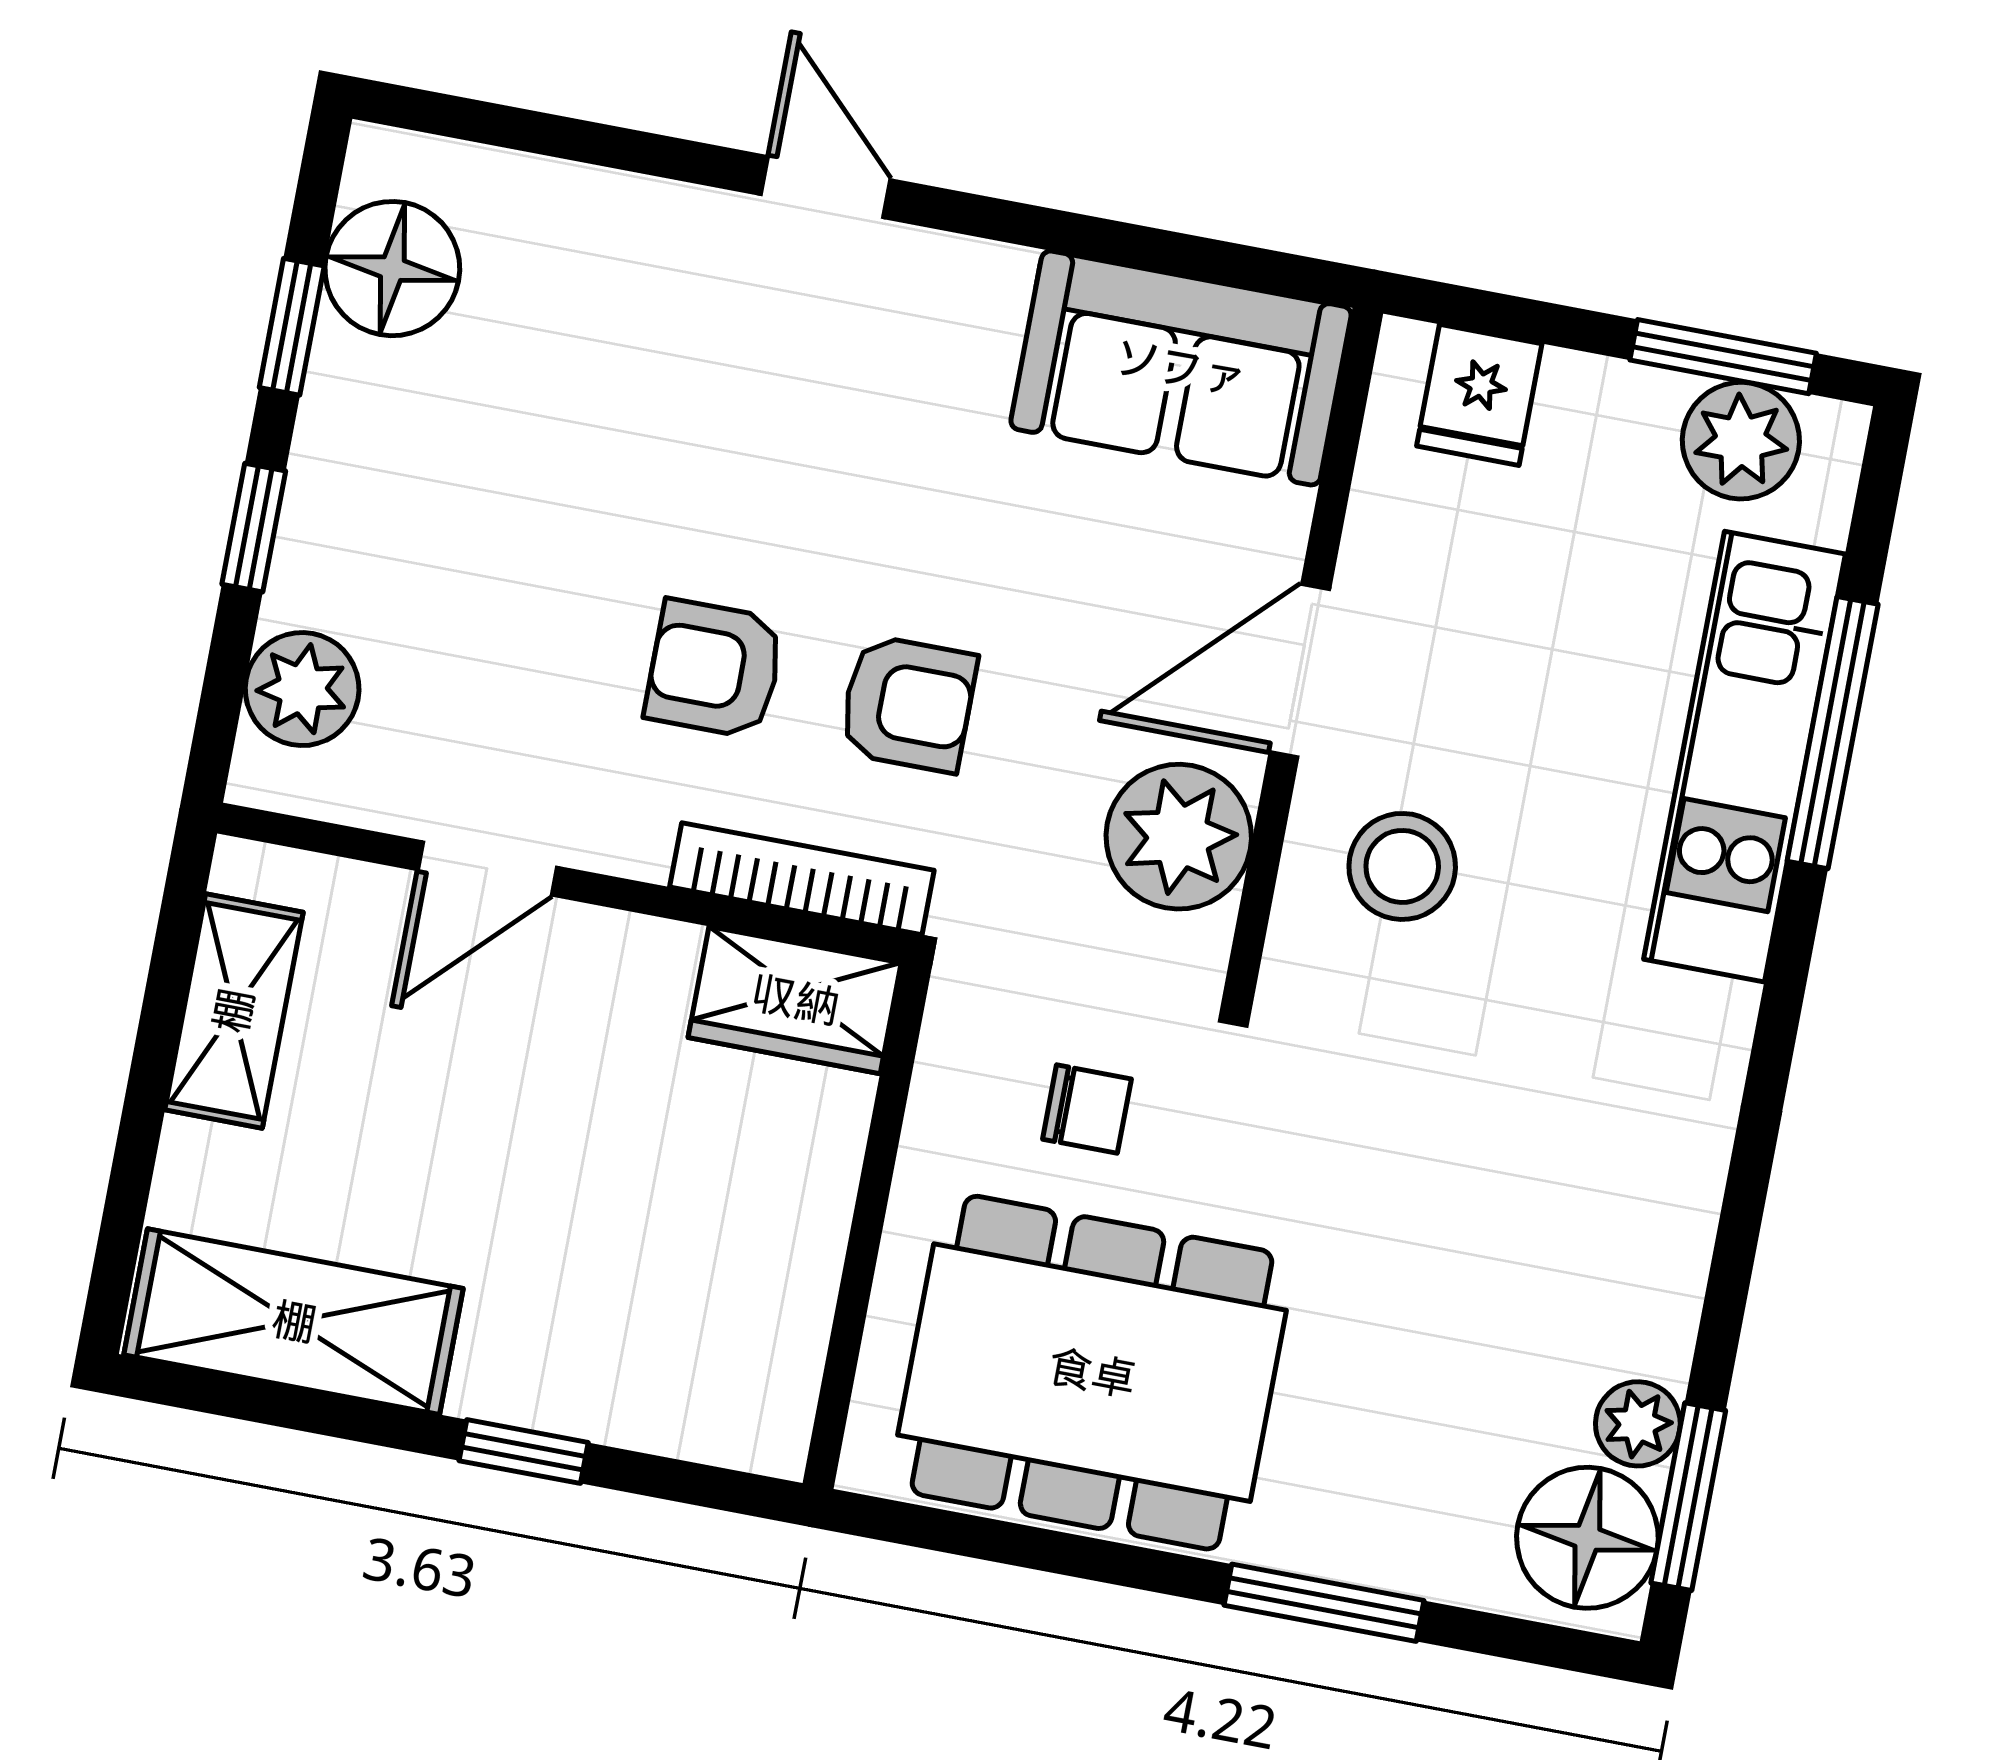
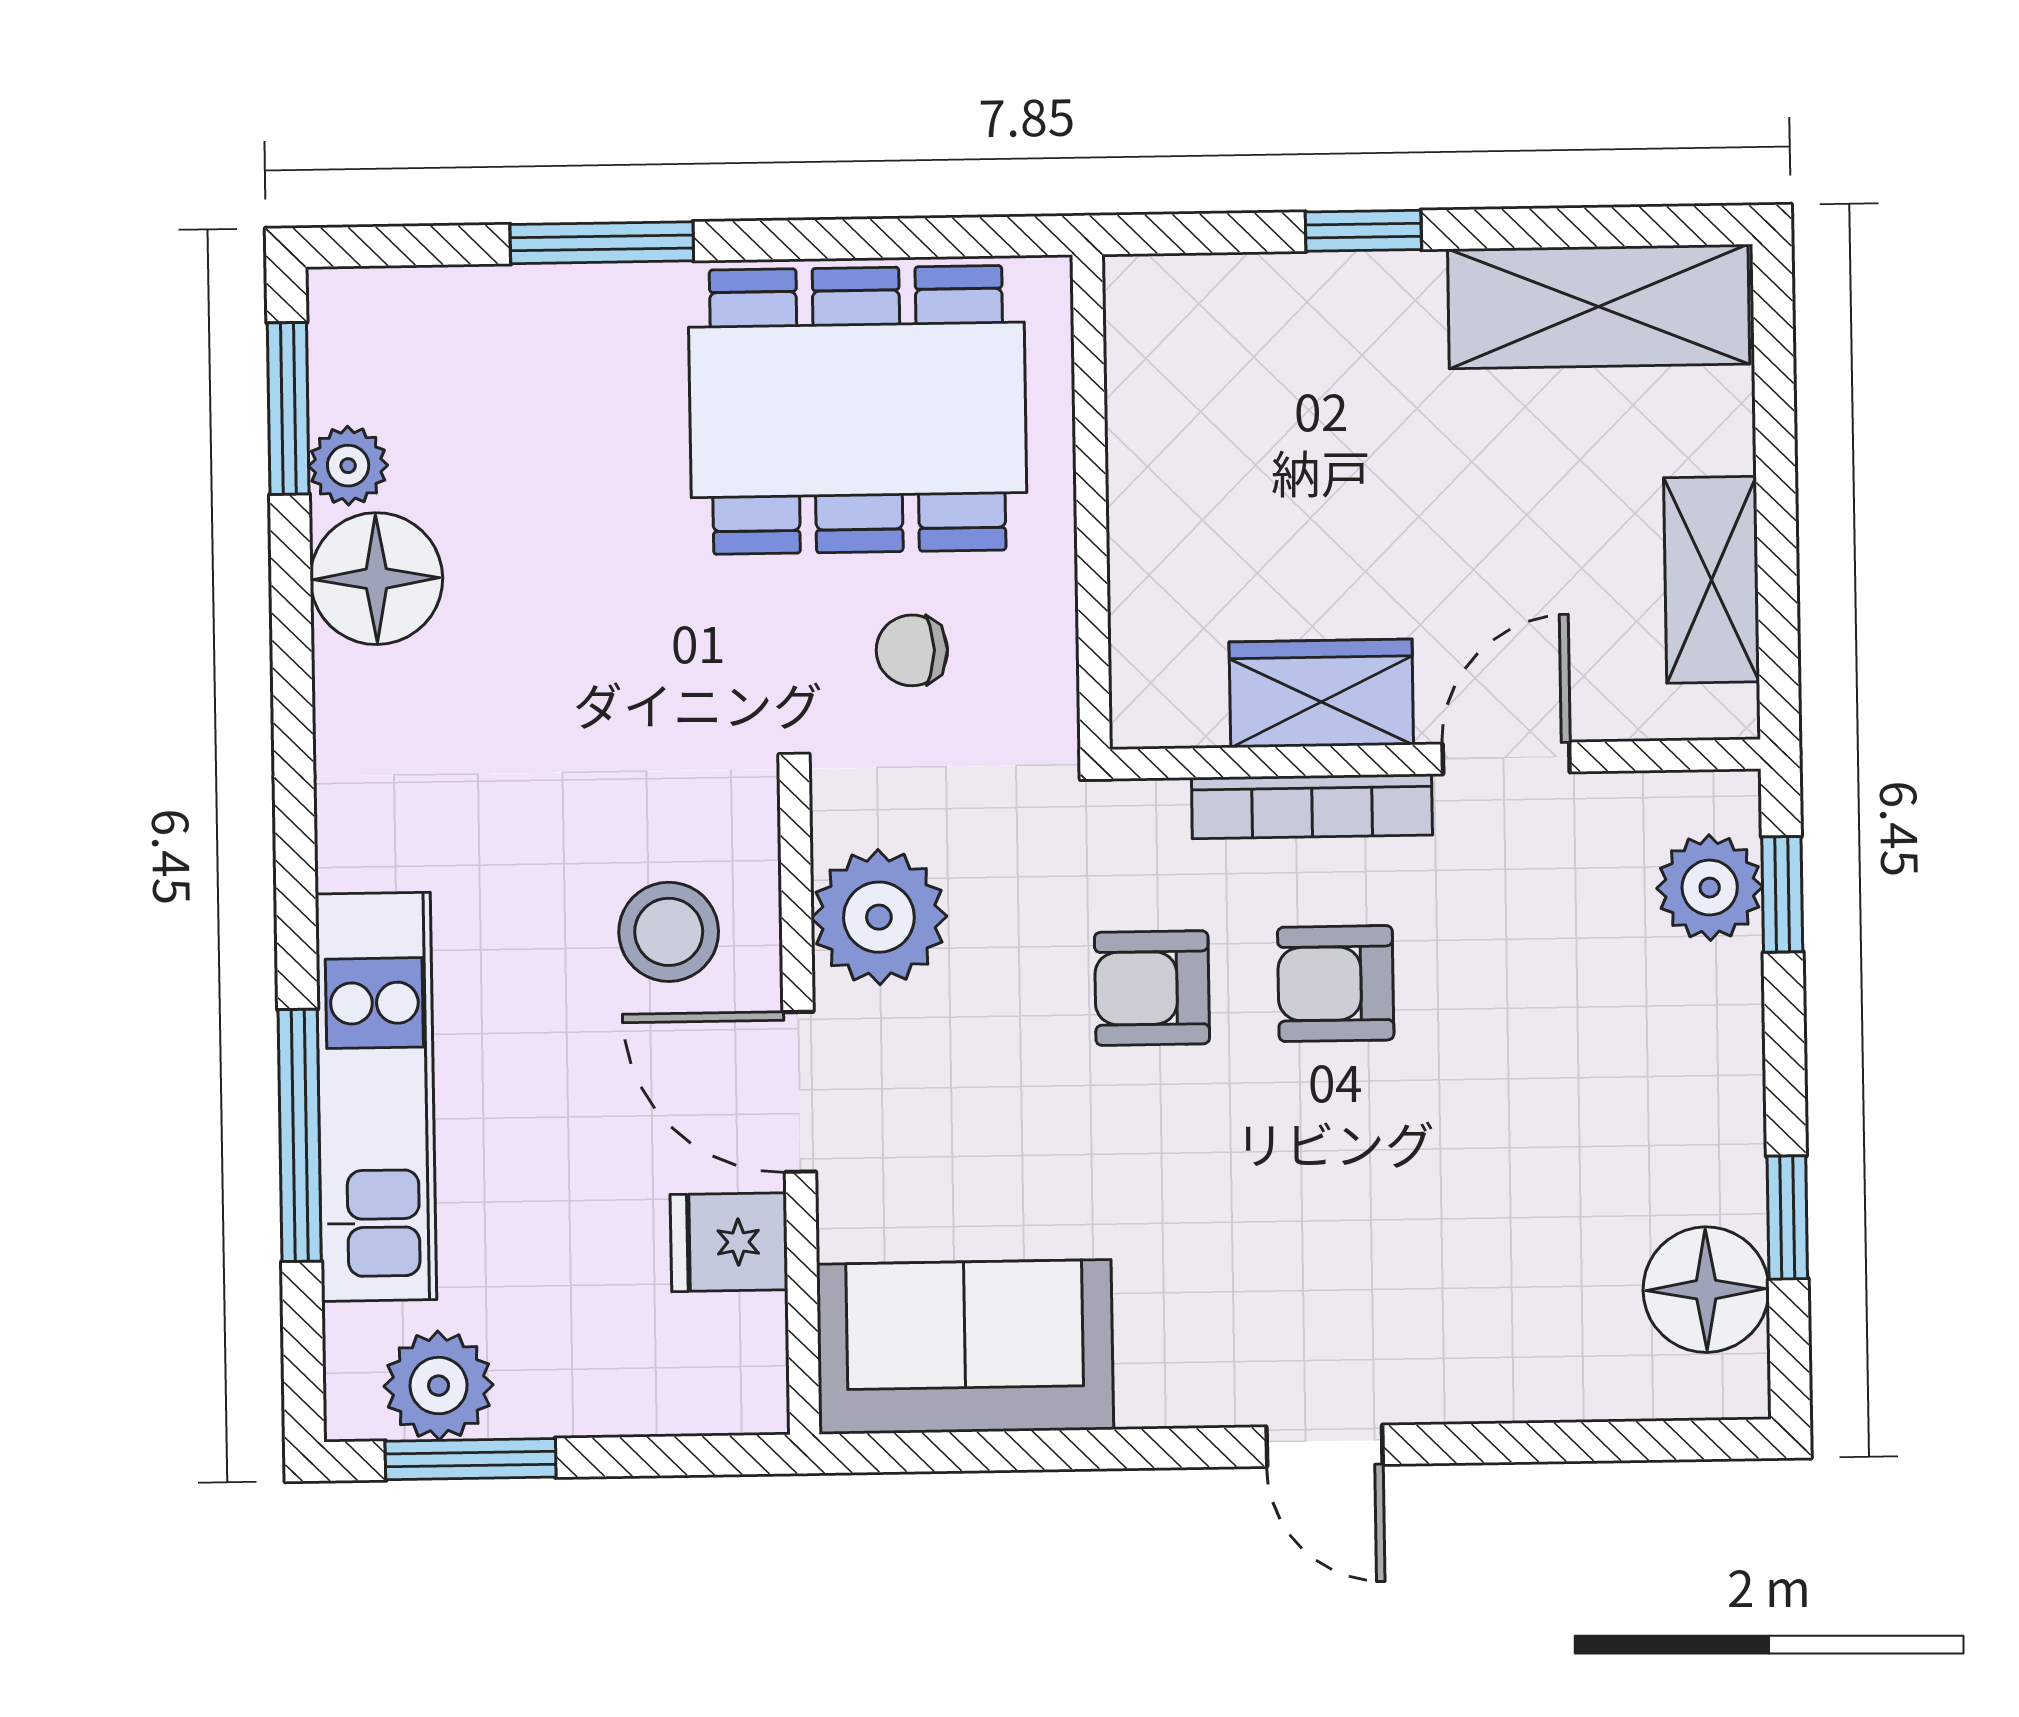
fridge: (1479, 395) -> (729, 1242), moved, turned -90
window: (254, 528) -> (1782, 894), moved
armchair: (715, 669) -> (1336, 984), turned 180
door: (1300, 671) -> (799, 1092), swing flipped
bookcase: (802, 879) -> (1312, 806), moved
wardrobe: (795, 1000) -> (1321, 693), moved
floor lamp: (1587, 1538) -> (376, 579), moved

